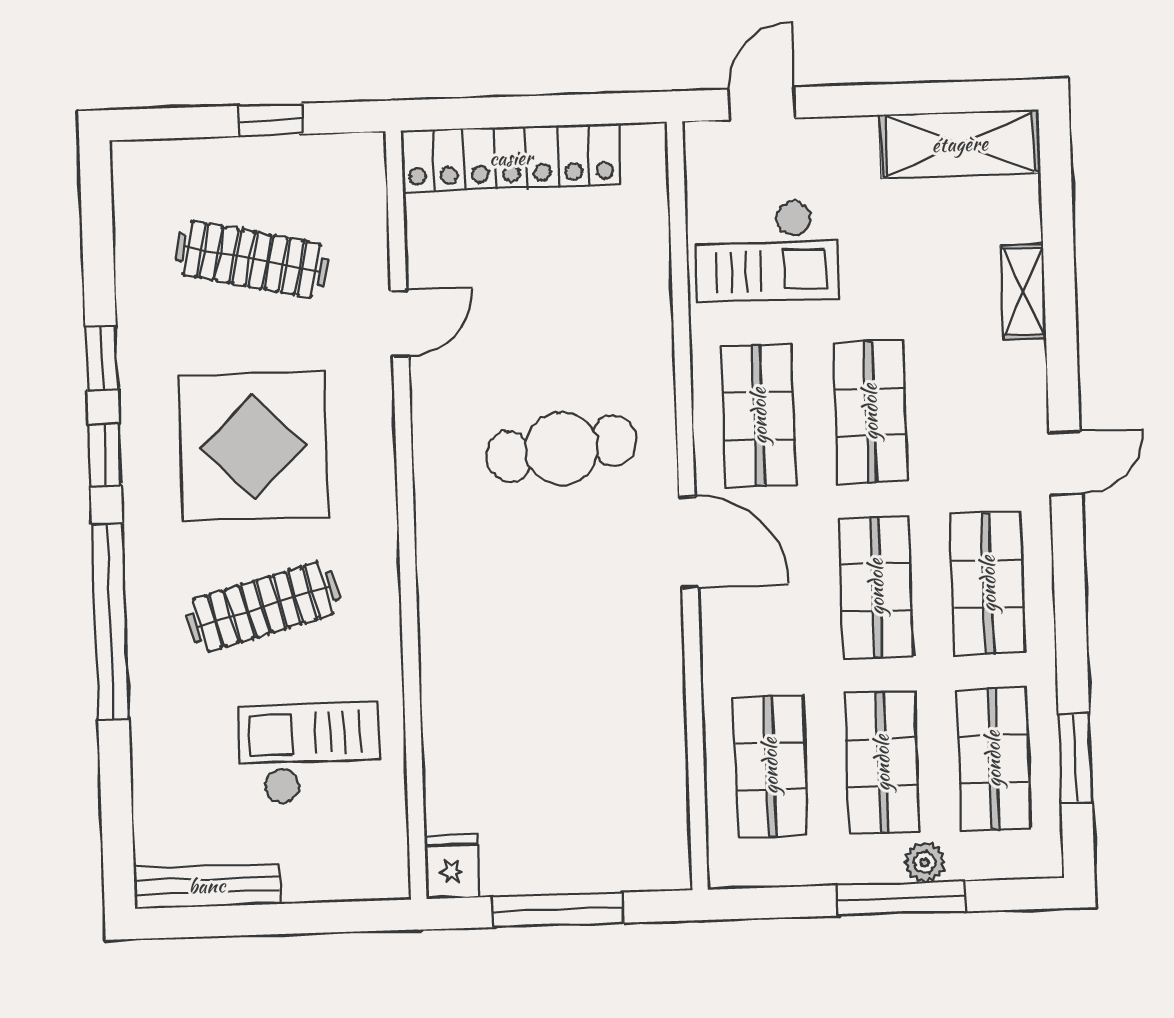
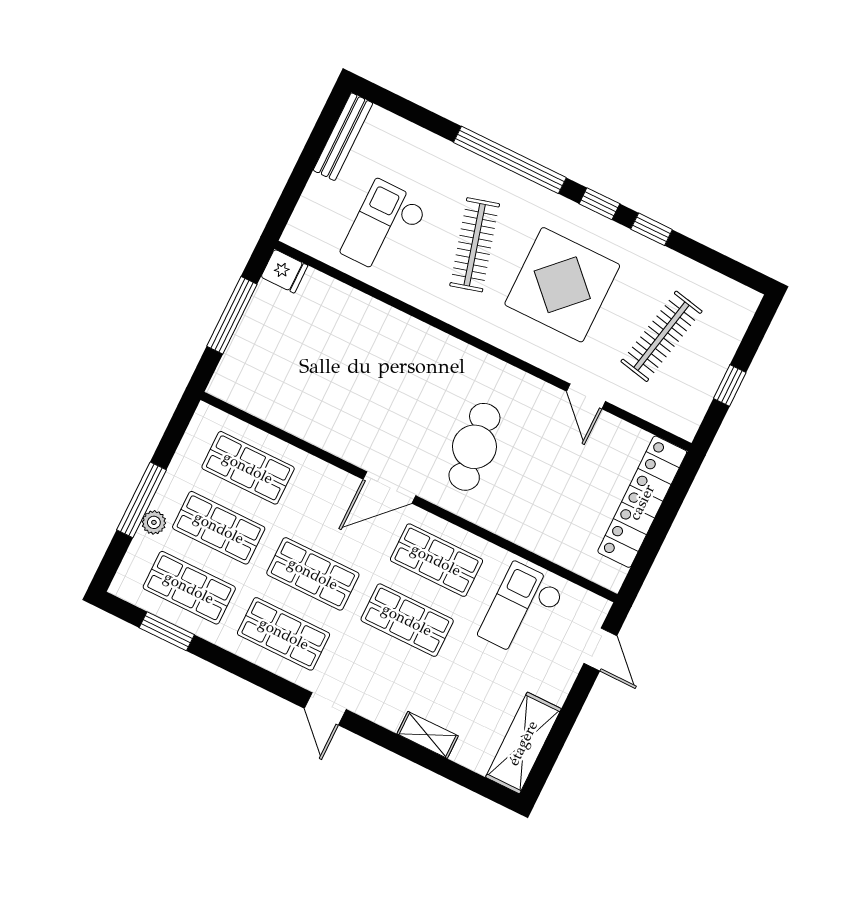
checkout: (309, 753) -> (384, 228), turned 180

